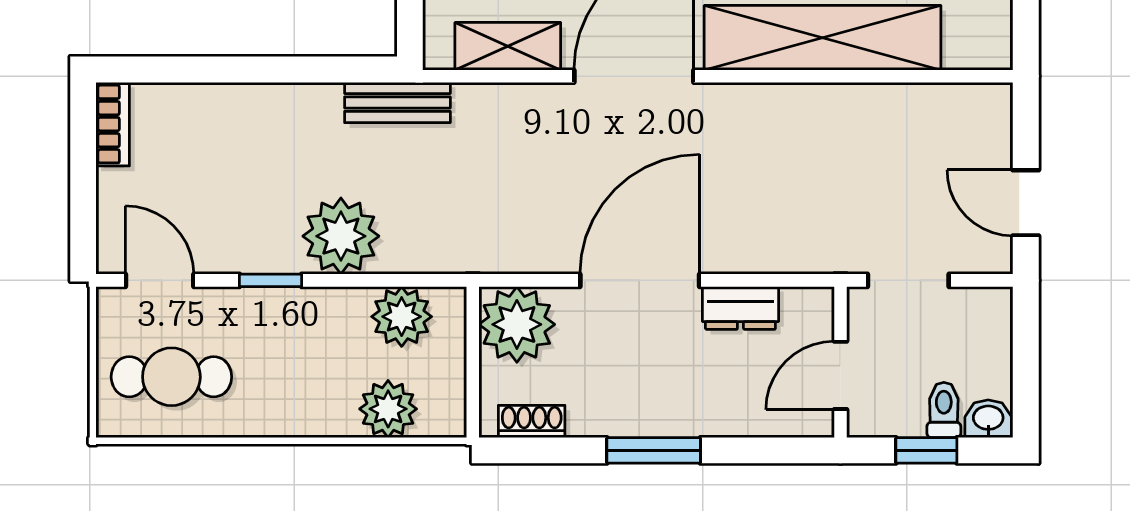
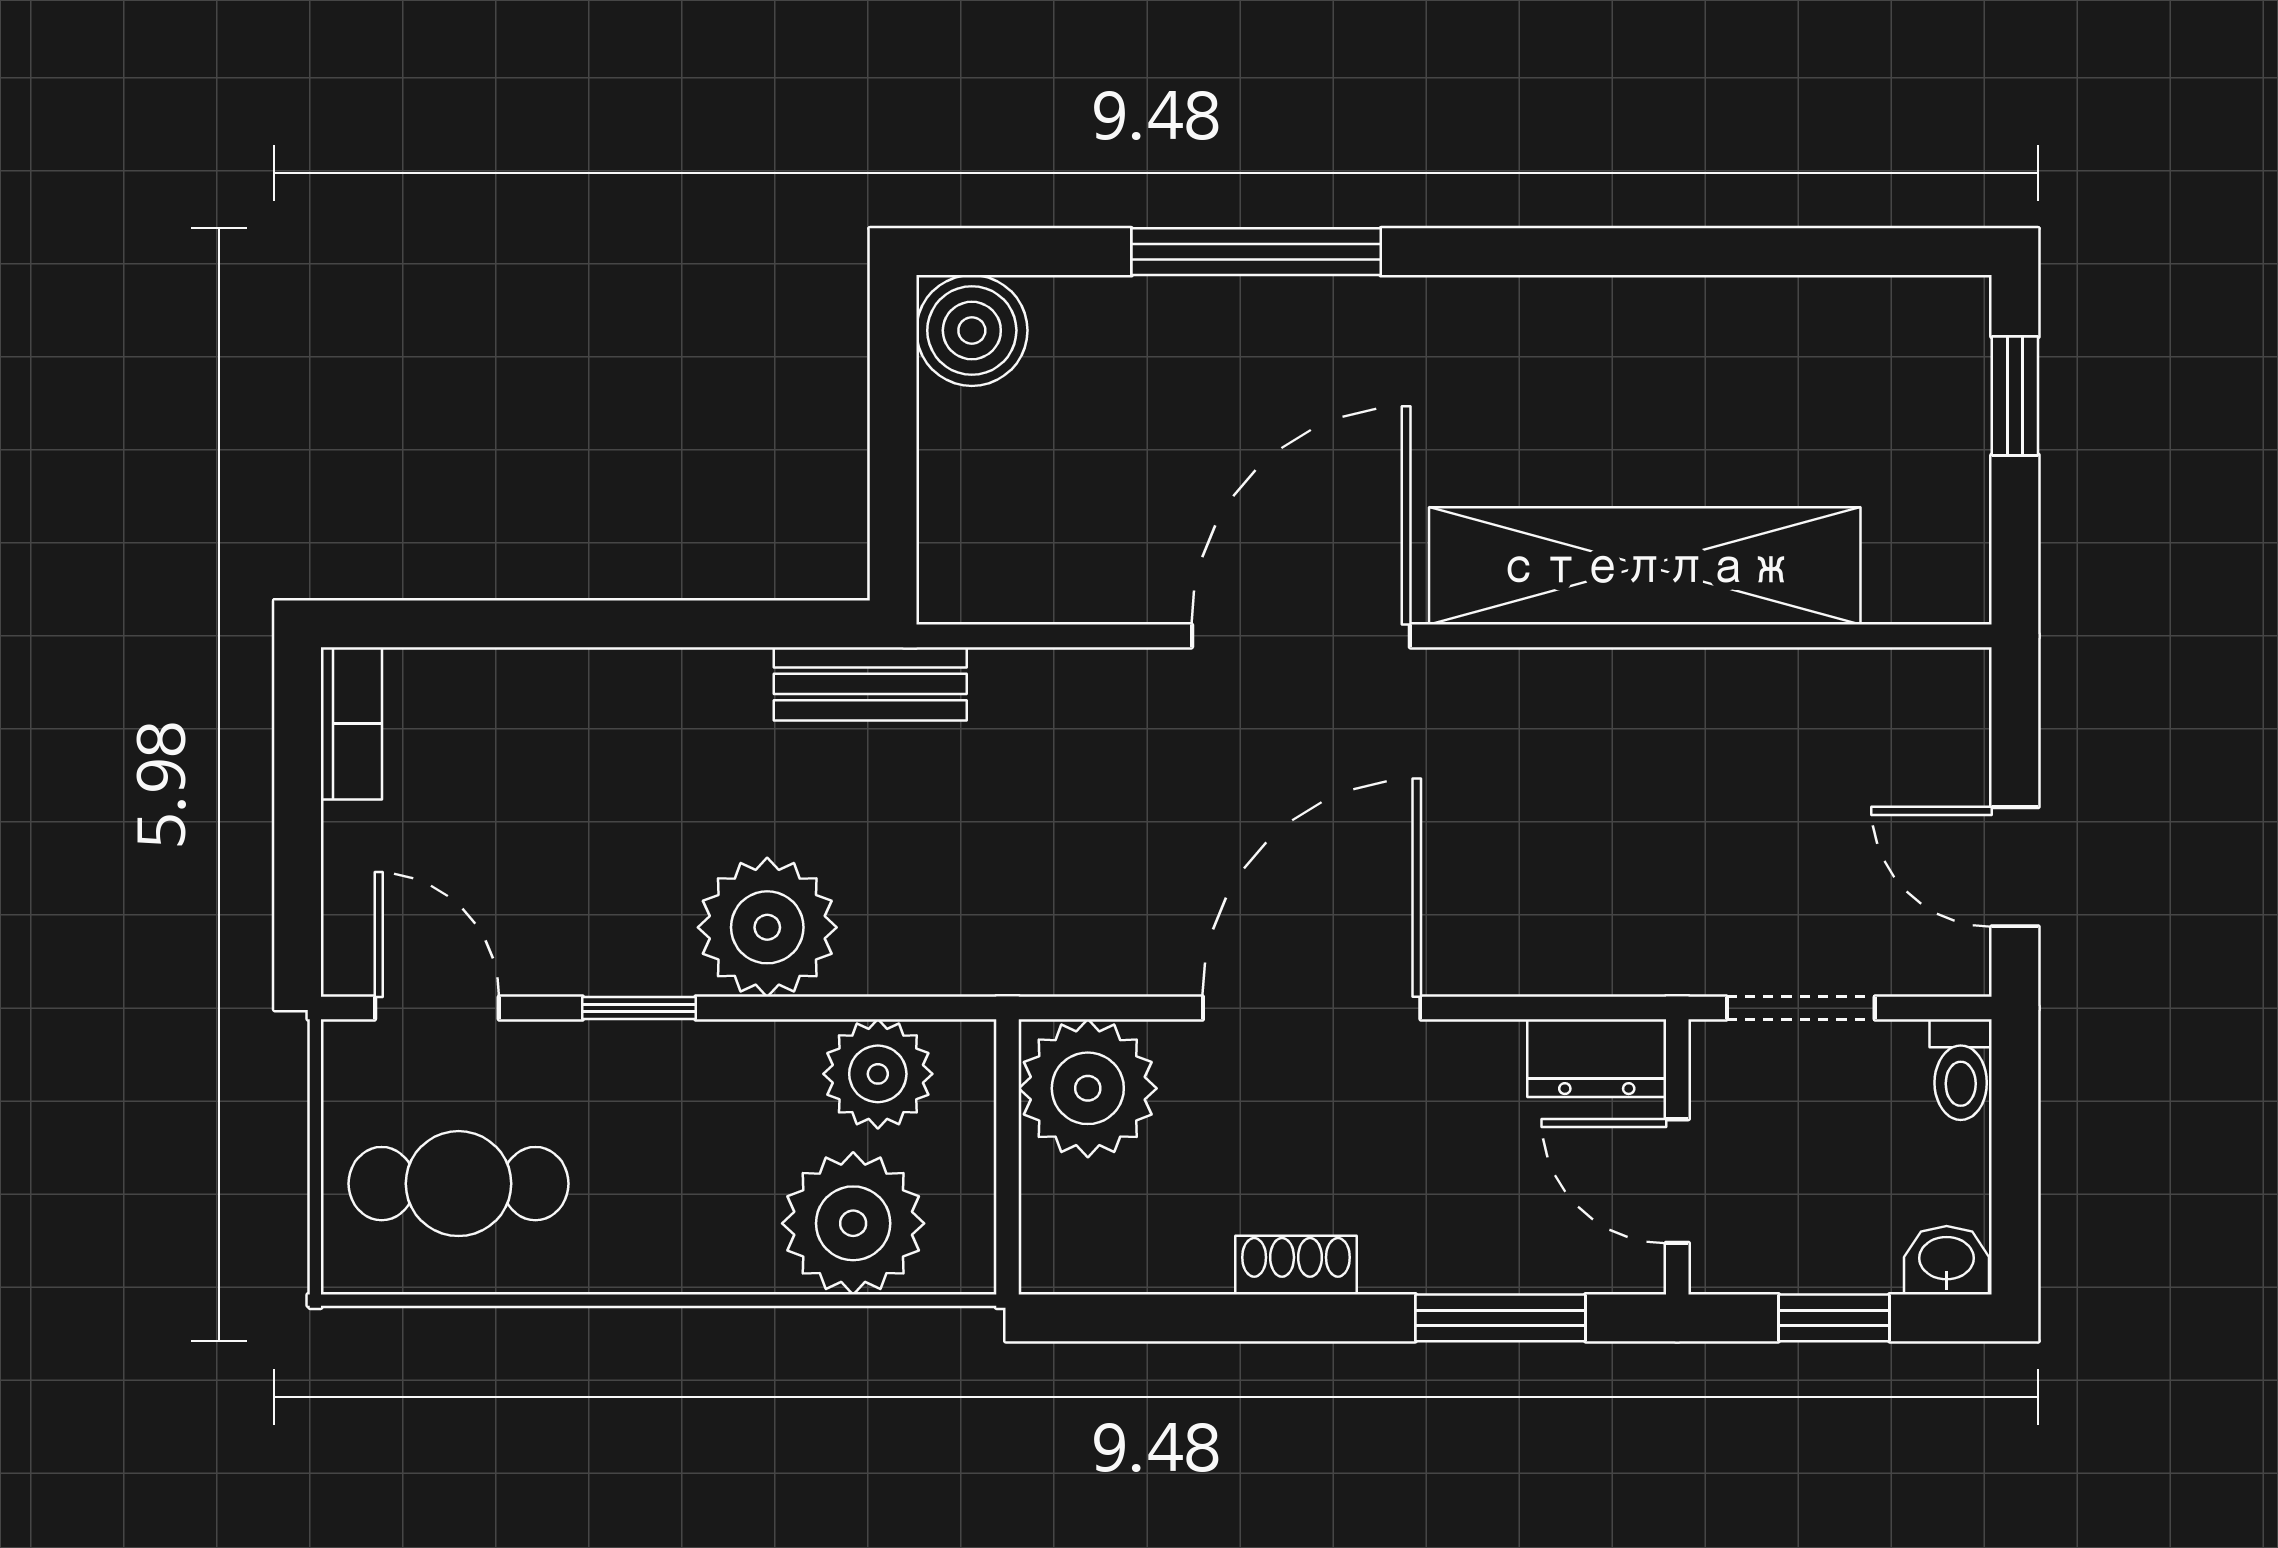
shelving: (508, 46) -> (1071, 581), removed
dresser: (740, 308) -> (1597, 1058), moved
door: (840, 375) -> (1677, 1181), hinge flipped
plant: (388, 409) -> (853, 1223), width x1.36, depth x1.36
toilet: (944, 410) -> (1961, 1070), moved, turned 180
shoe rack: (532, 421) -> (1296, 1265), moved
window: (654, 450) -> (1500, 1318), moved

